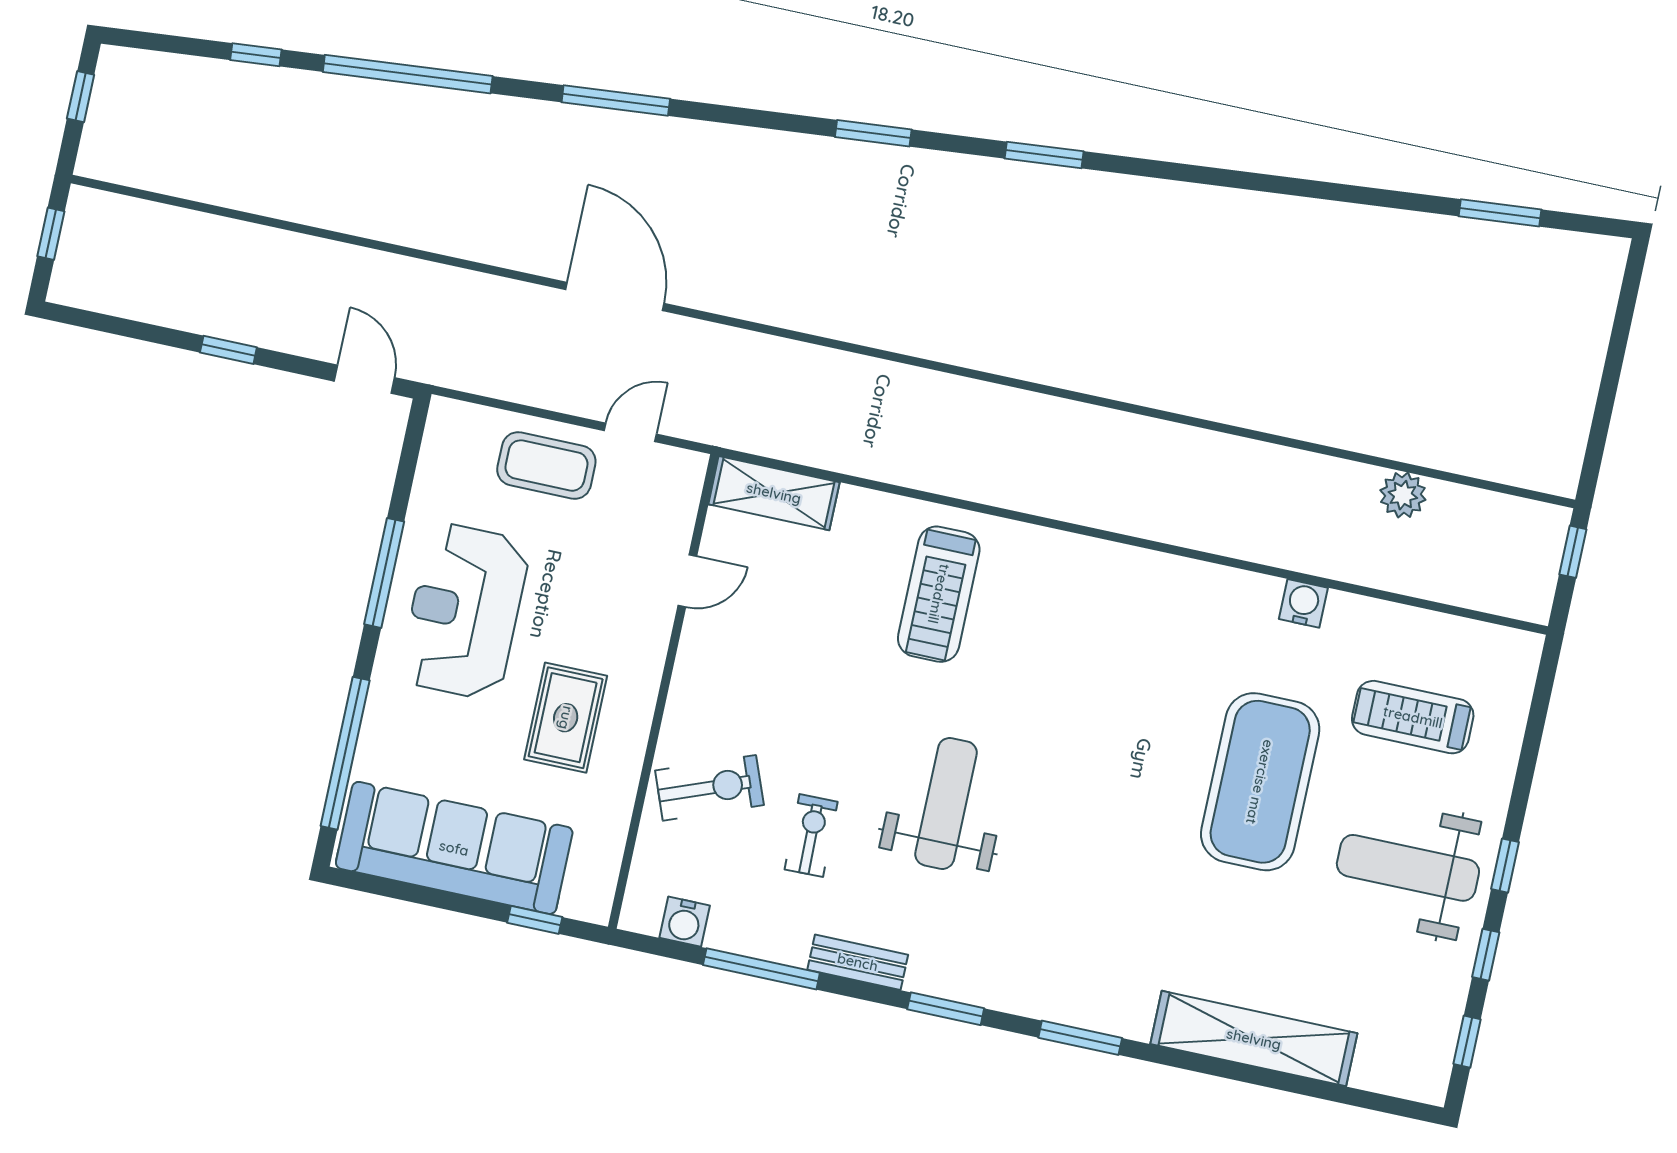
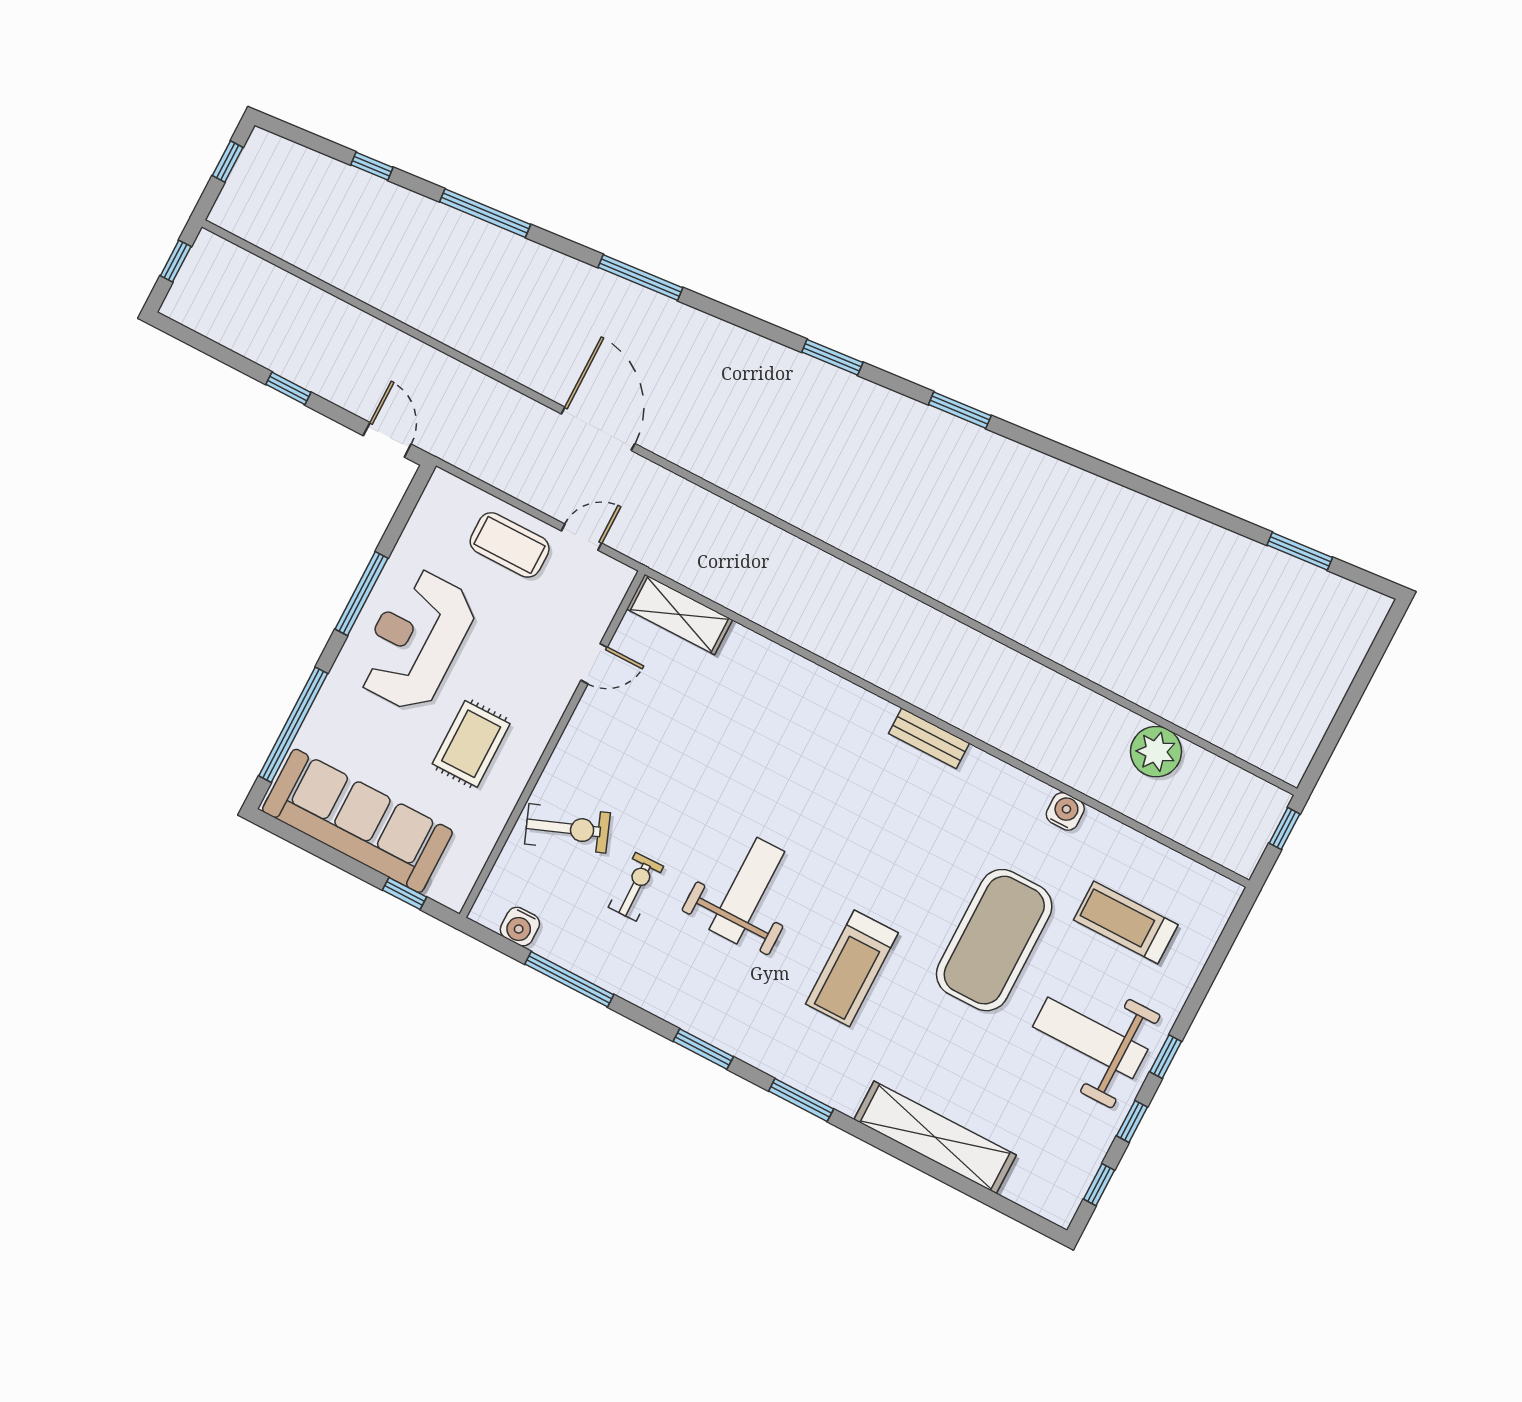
window: (408, 74) -> (485, 213), width x0.68
plant: (1403, 495) -> (1156, 752), width x1.36, depth x1.36
treadmill: (939, 594) -> (852, 968), moved
bench: (858, 962) -> (929, 738), moved

